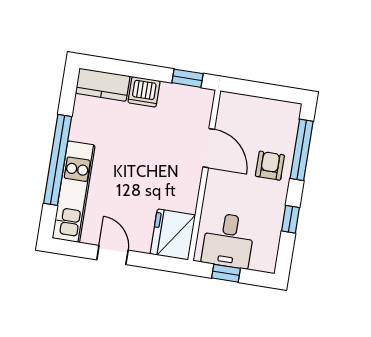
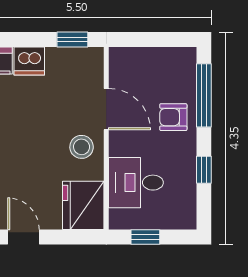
armchair: (270, 166) -> (173, 117), turned -90
stool: (180, 180) -> (82, 147), added
desk: (228, 241) -> (136, 183), moved, turned 90

